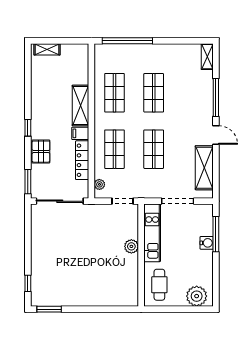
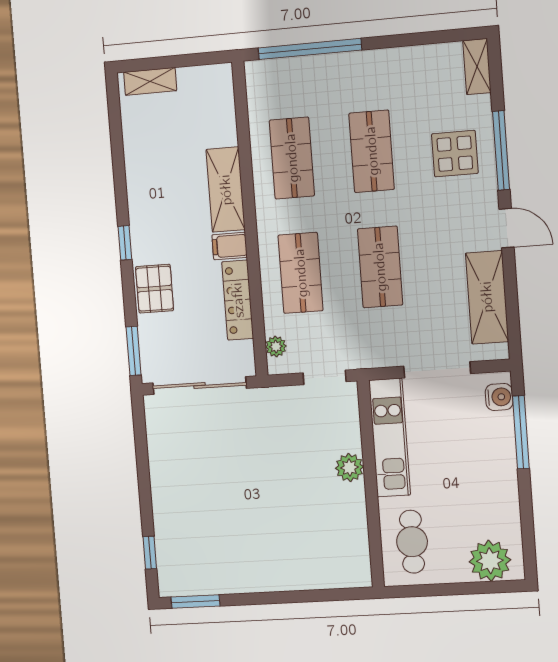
display table: (194, 97) -> (455, 154), added
water cooler: (207, 243) -> (499, 397), moved

